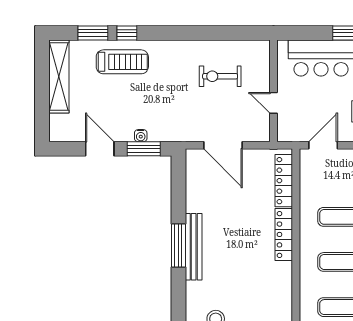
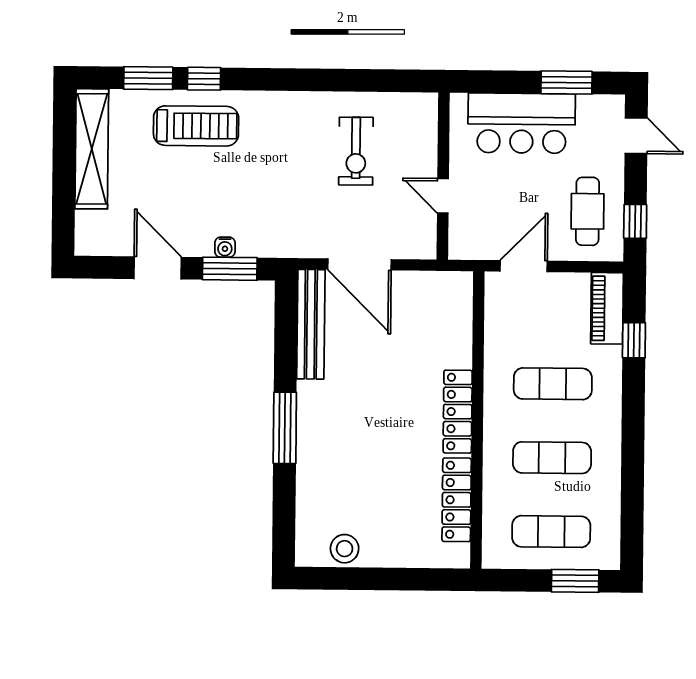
exercise bike: (220, 76) -> (356, 151), turned -90
locker: (284, 181) -> (457, 500), moved
bench: (194, 247) -> (311, 324), moved

